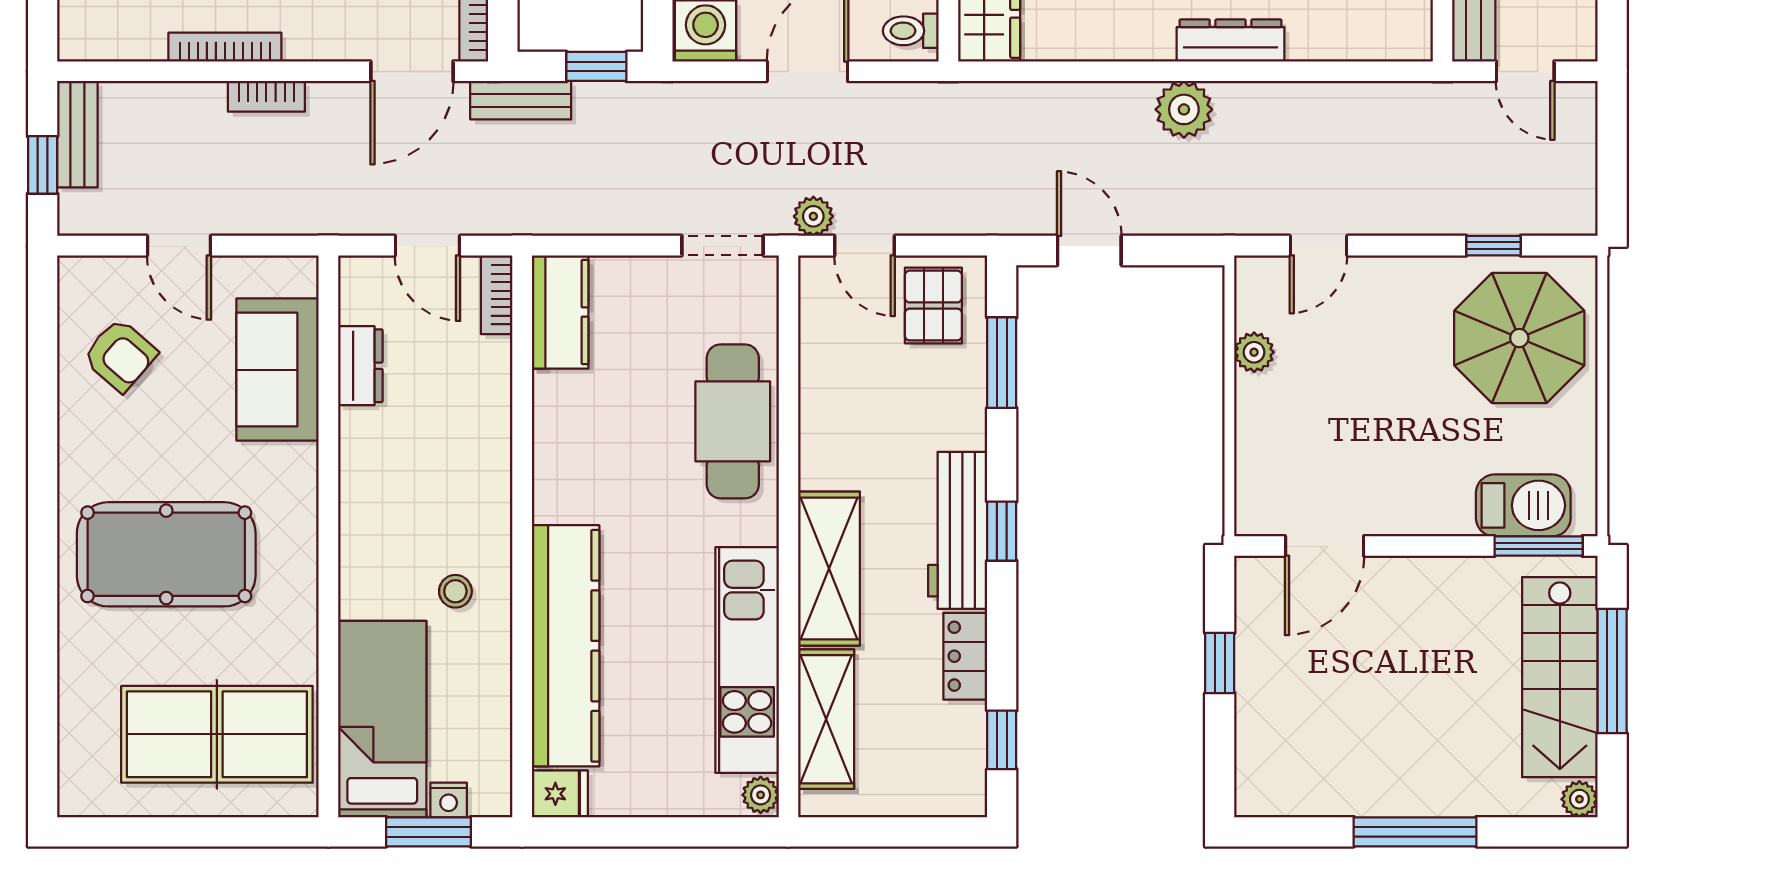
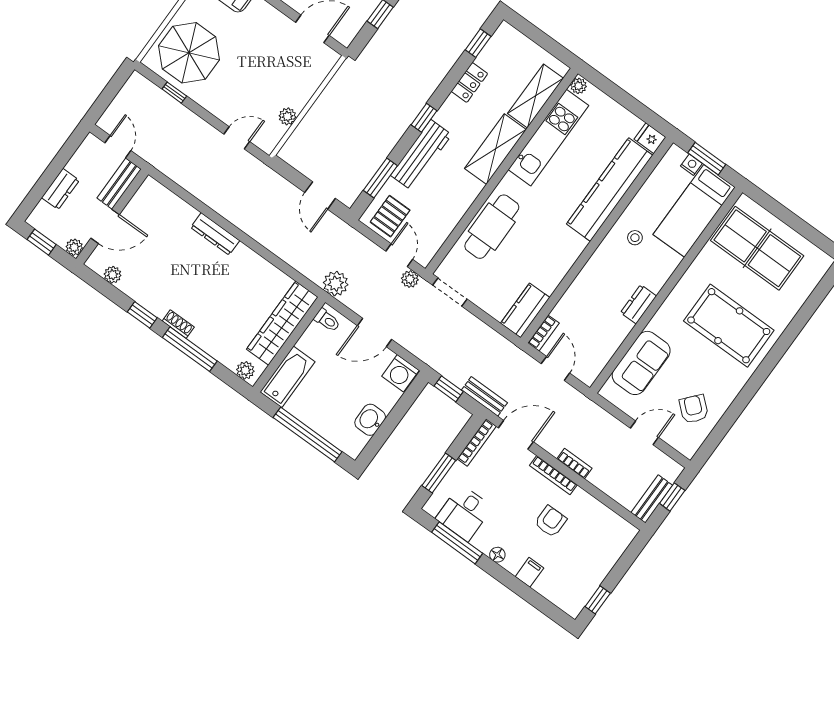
bookcase: (225, 47) -> (553, 475), moved
plant: (1184, 109) -> (336, 284), moved
door: (179, 246) -> (644, 433), hinge flipped
dresser: (360, 366) -> (639, 304), moved
workbench: (958, 530) -> (421, 155), moved

